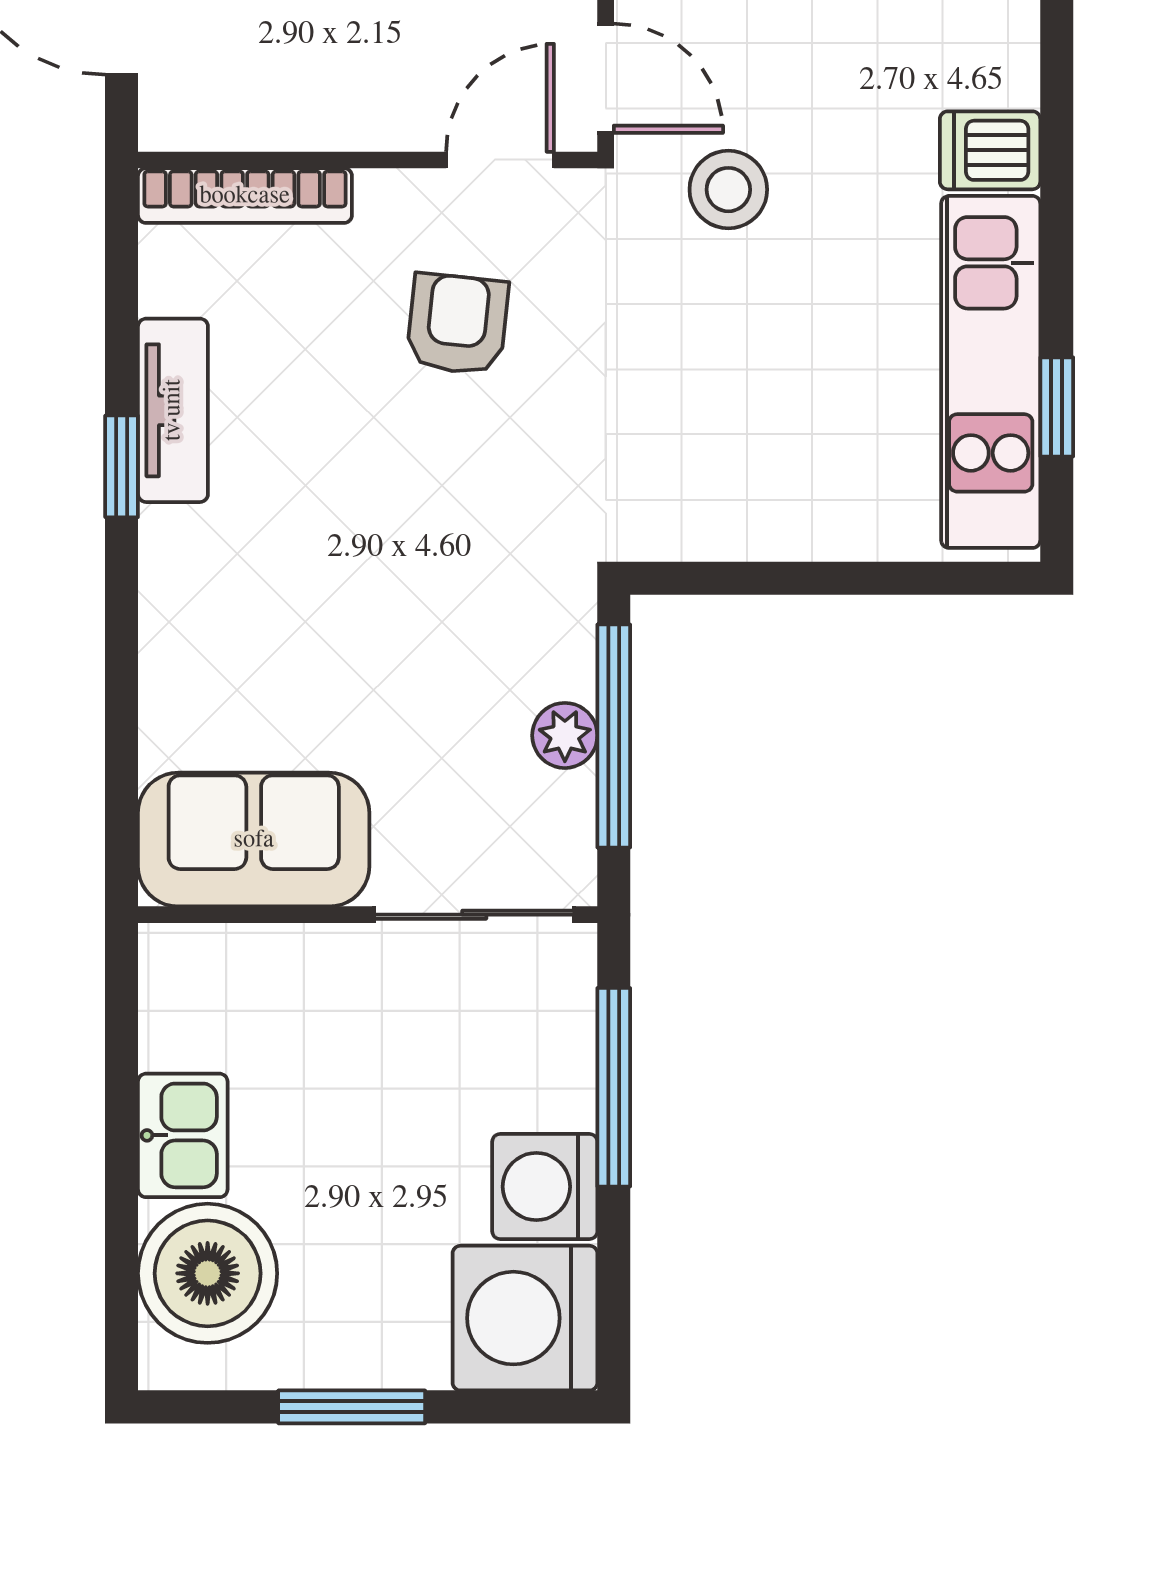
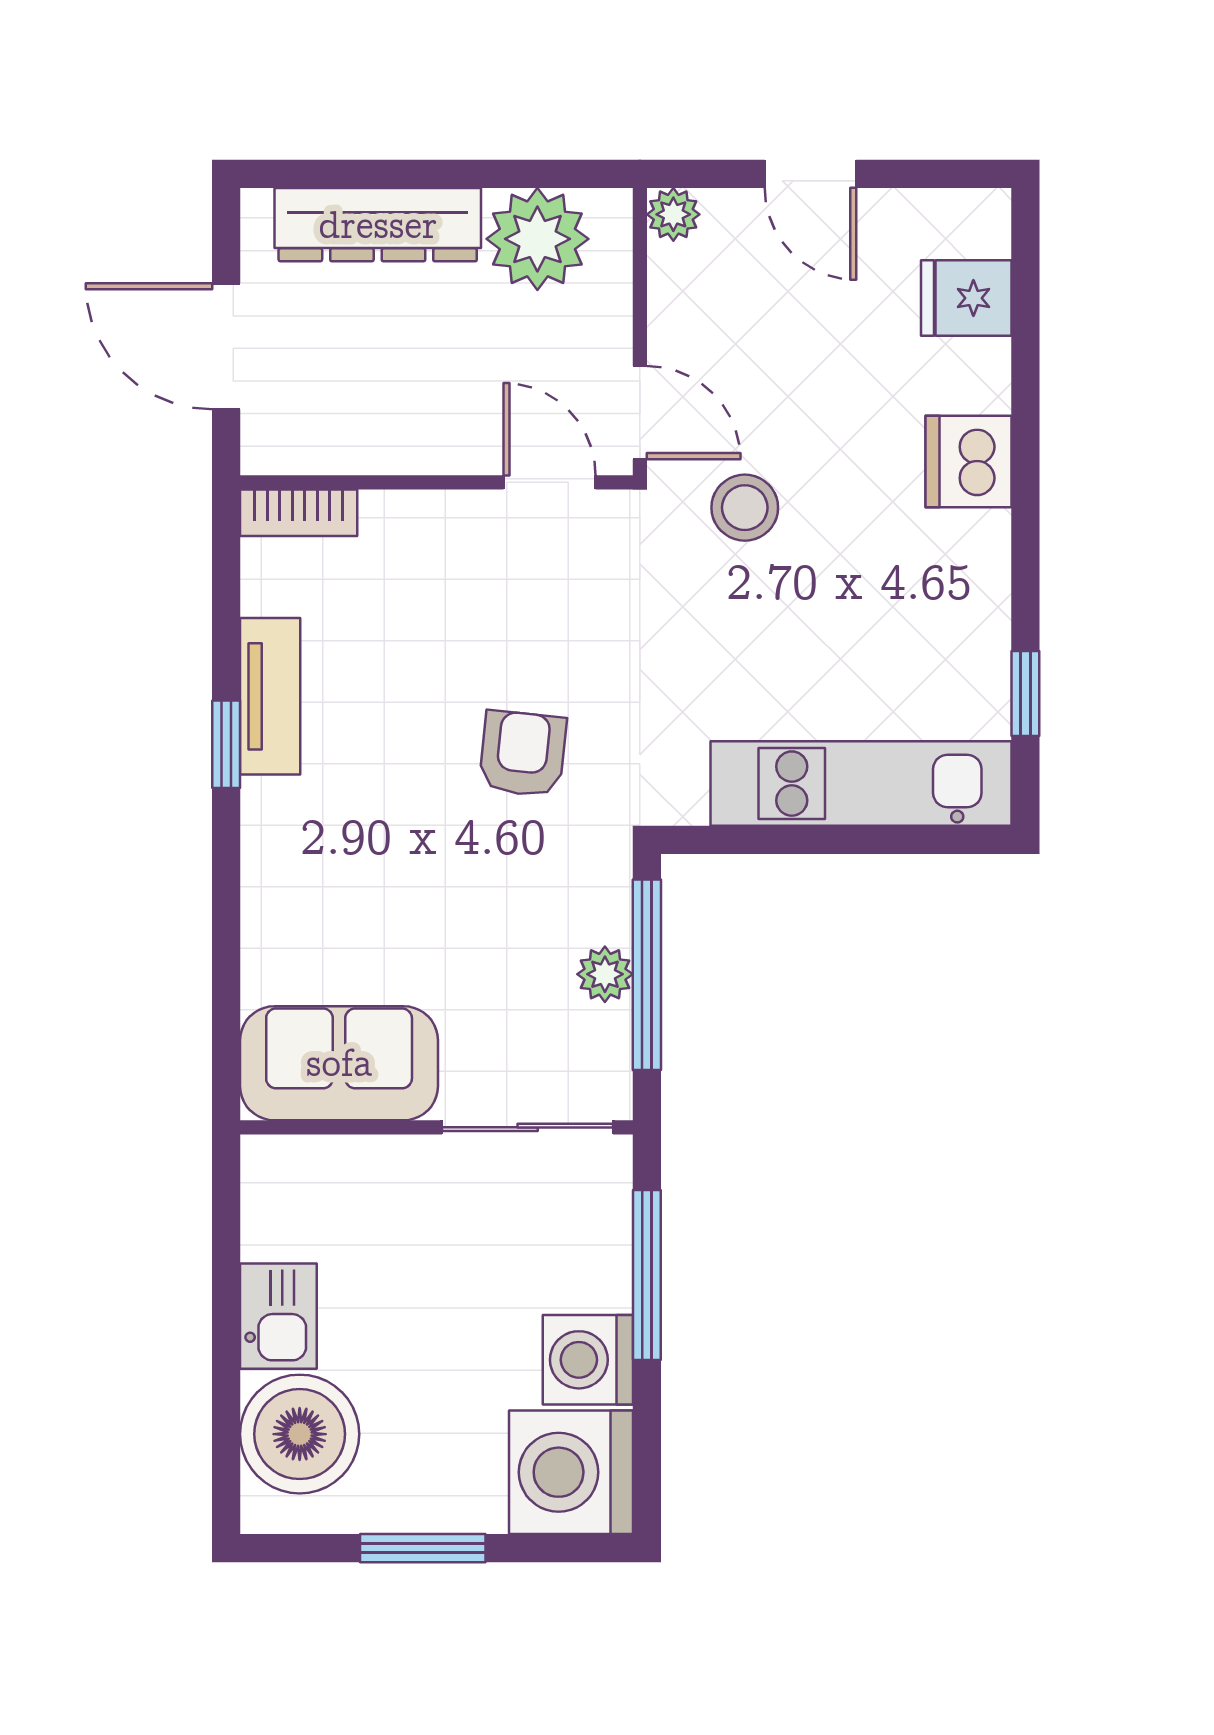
dishwasher: (990, 150) -> (968, 462), width x1.38
door: (500, 160) -> (550, 482), hinge flipped
bookcase: (245, 196) -> (299, 513), width x0.64
armchair: (457, 324) -> (523, 754), moved
kitchen unit: (991, 372) -> (861, 784), moved, turned 90

